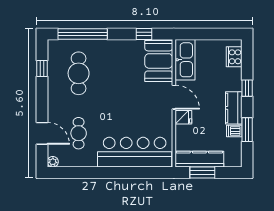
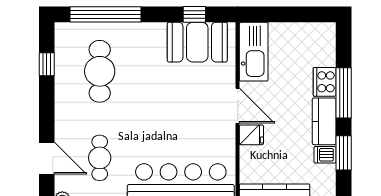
cooker: (234, 57) -> (325, 82), moved
booth: (159, 61) -> (197, 42), moved, turned 90
window: (247, 88) -> (344, 93), width x2.17

